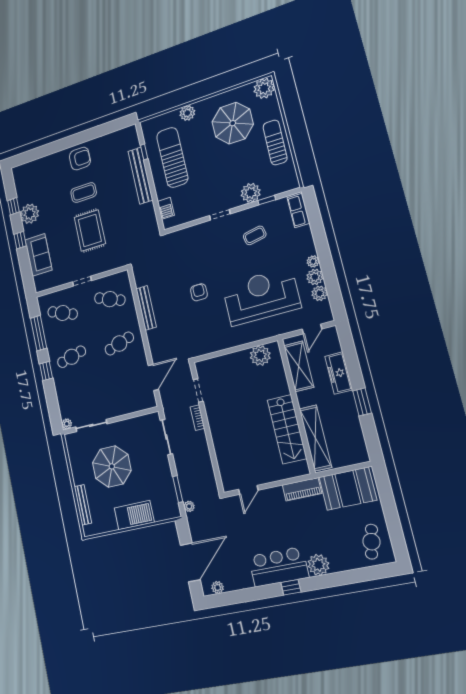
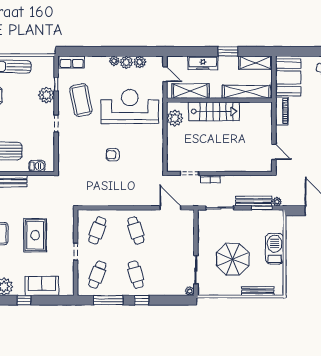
rug: (90, 230) -> (35, 235), turned 90
coffee table: (255, 235) -> (81, 100), width x1.86, depth x1.72
reception desk: (261, 296) -> (130, 107), turned 90
bench: (146, 308) -> (254, 201), moved
stairs: (287, 429) -> (214, 111), moved
shelving: (356, 441) -> (255, 63), added

